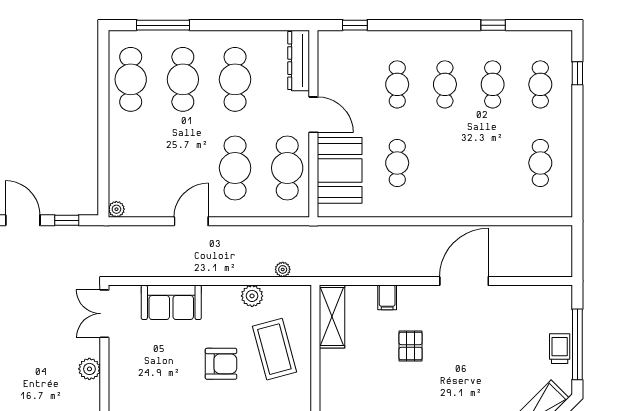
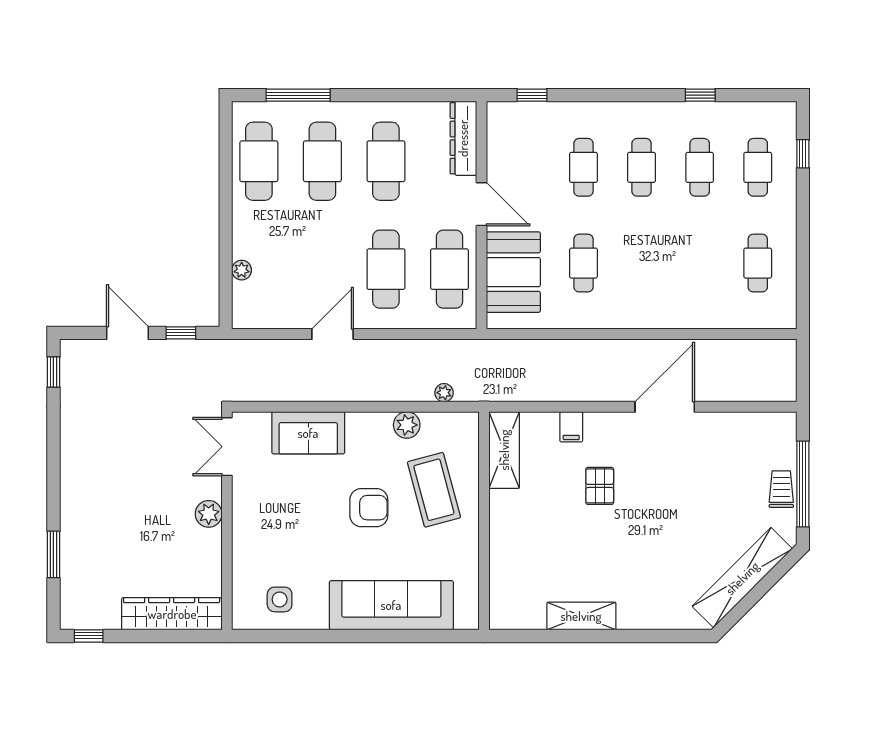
plant: (116, 209) -> (242, 270), moved

